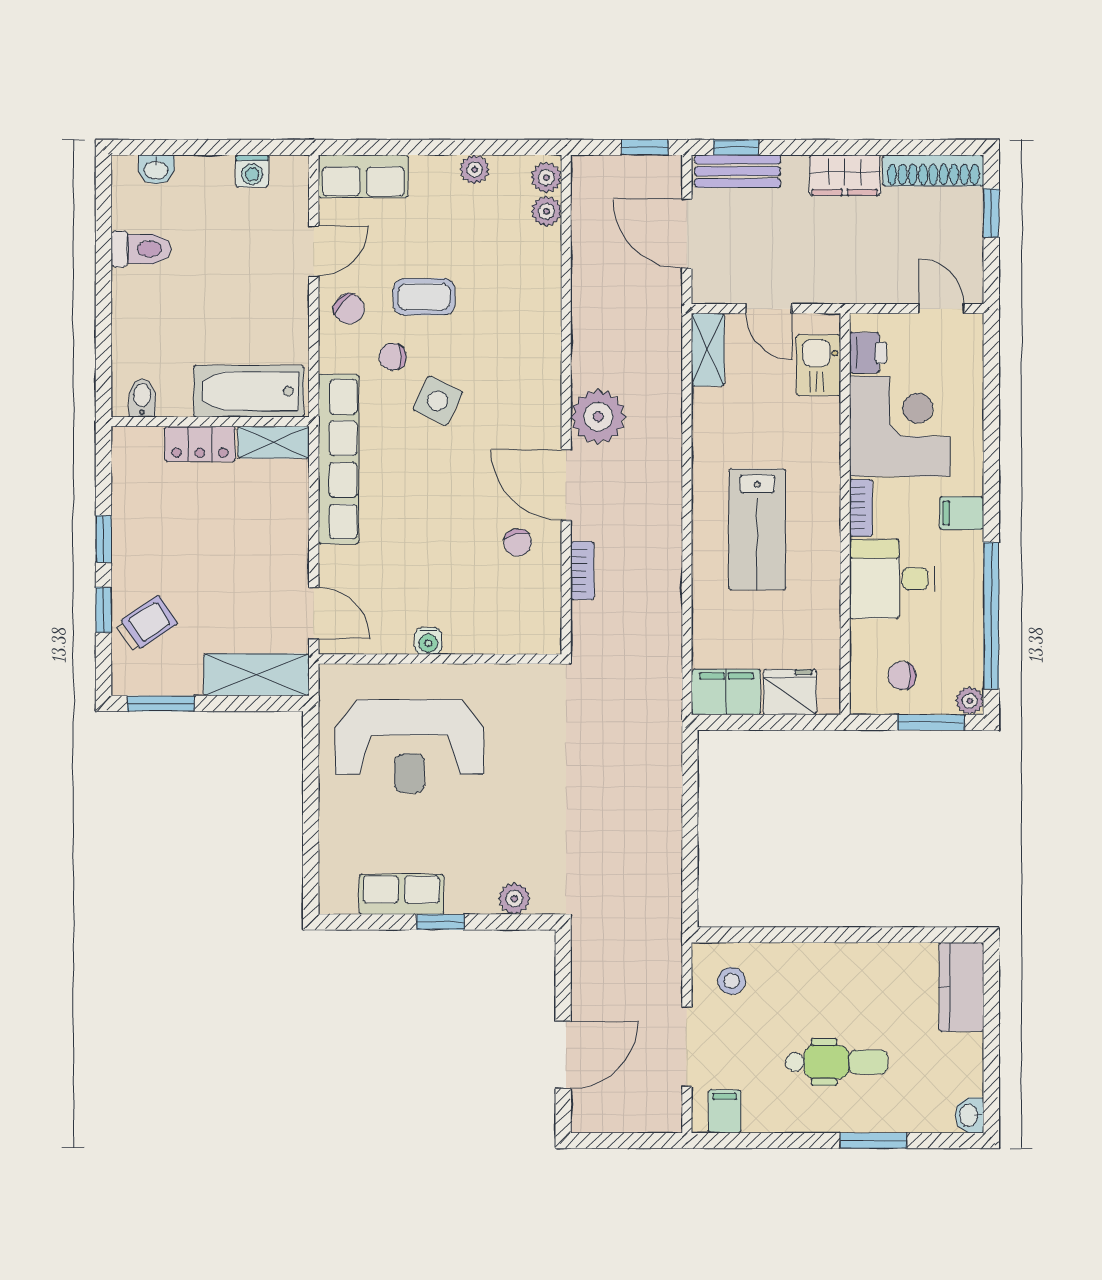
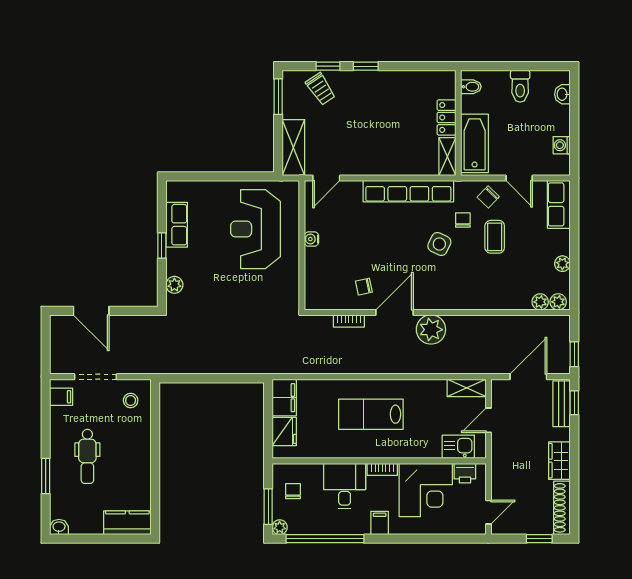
bathtub: (249, 391) -> (475, 143), moved
bidet: (142, 398) -> (471, 87), moved
wall: (210, 422) -> (458, 123), moved
shelving: (274, 442) -> (447, 157), moved
locker: (200, 444) -> (447, 117), moved

